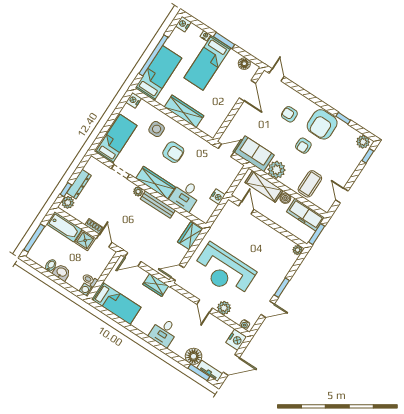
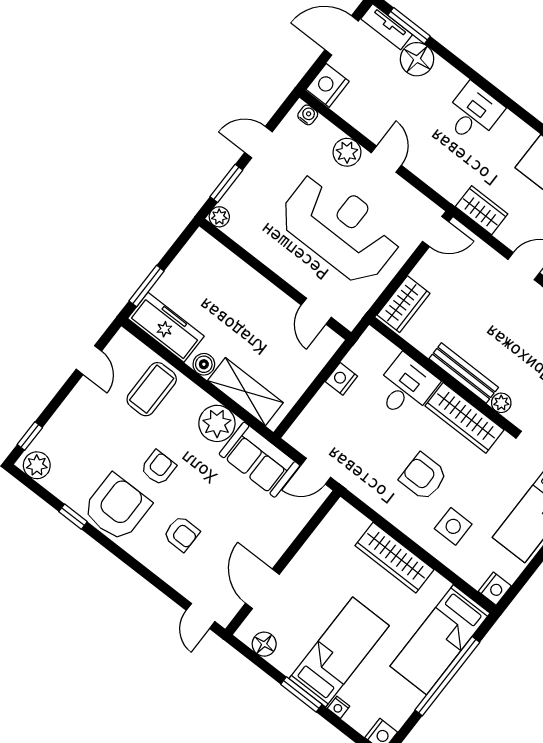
door: (246, 208) -> (316, 311), moved
wall: (268, 222) -> (275, 279), moved
plant: (298, 250) -> (219, 217), moved

